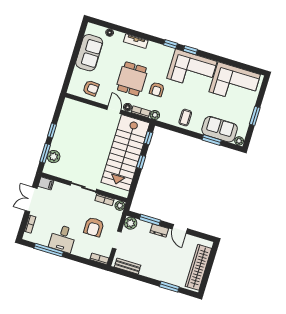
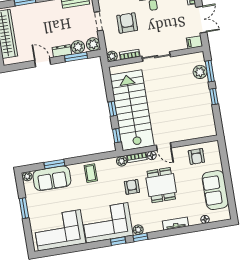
plant: (169, 51) -> (138, 230), added
armchair: (91, 88) -> (196, 156), turned -94
plant: (144, 227) -> (78, 47), added

